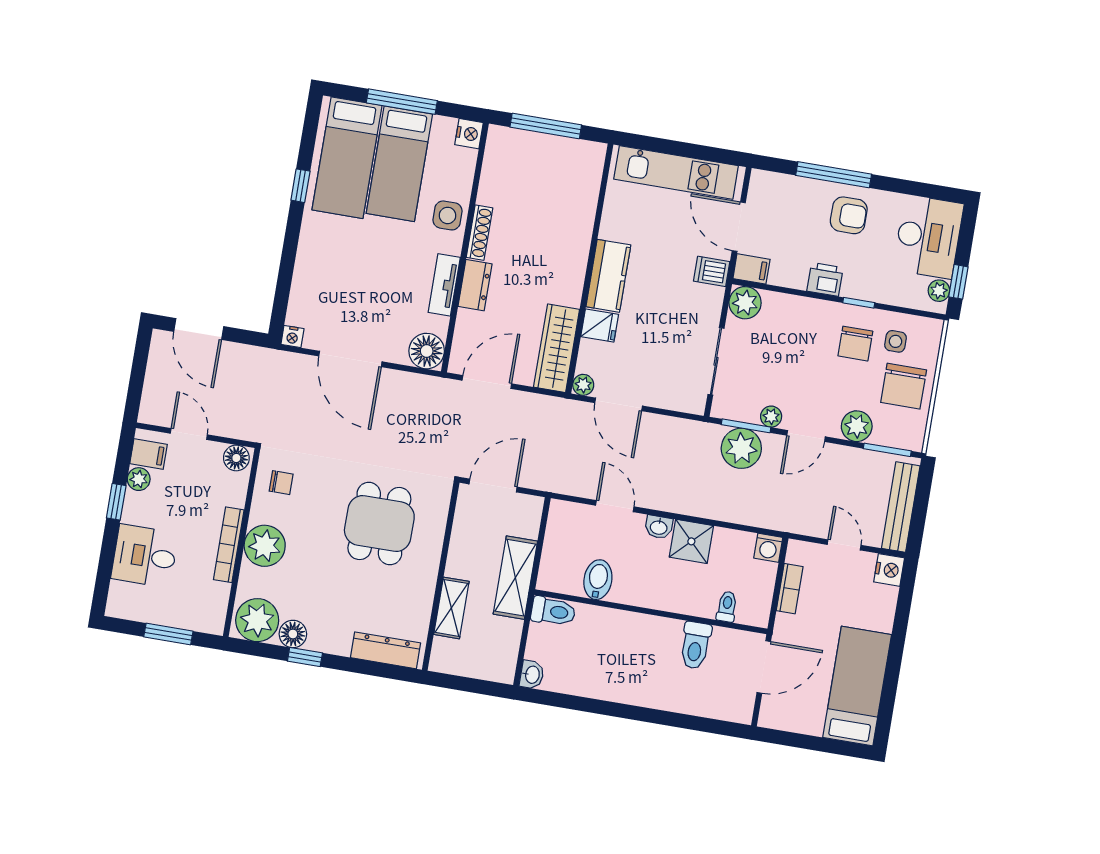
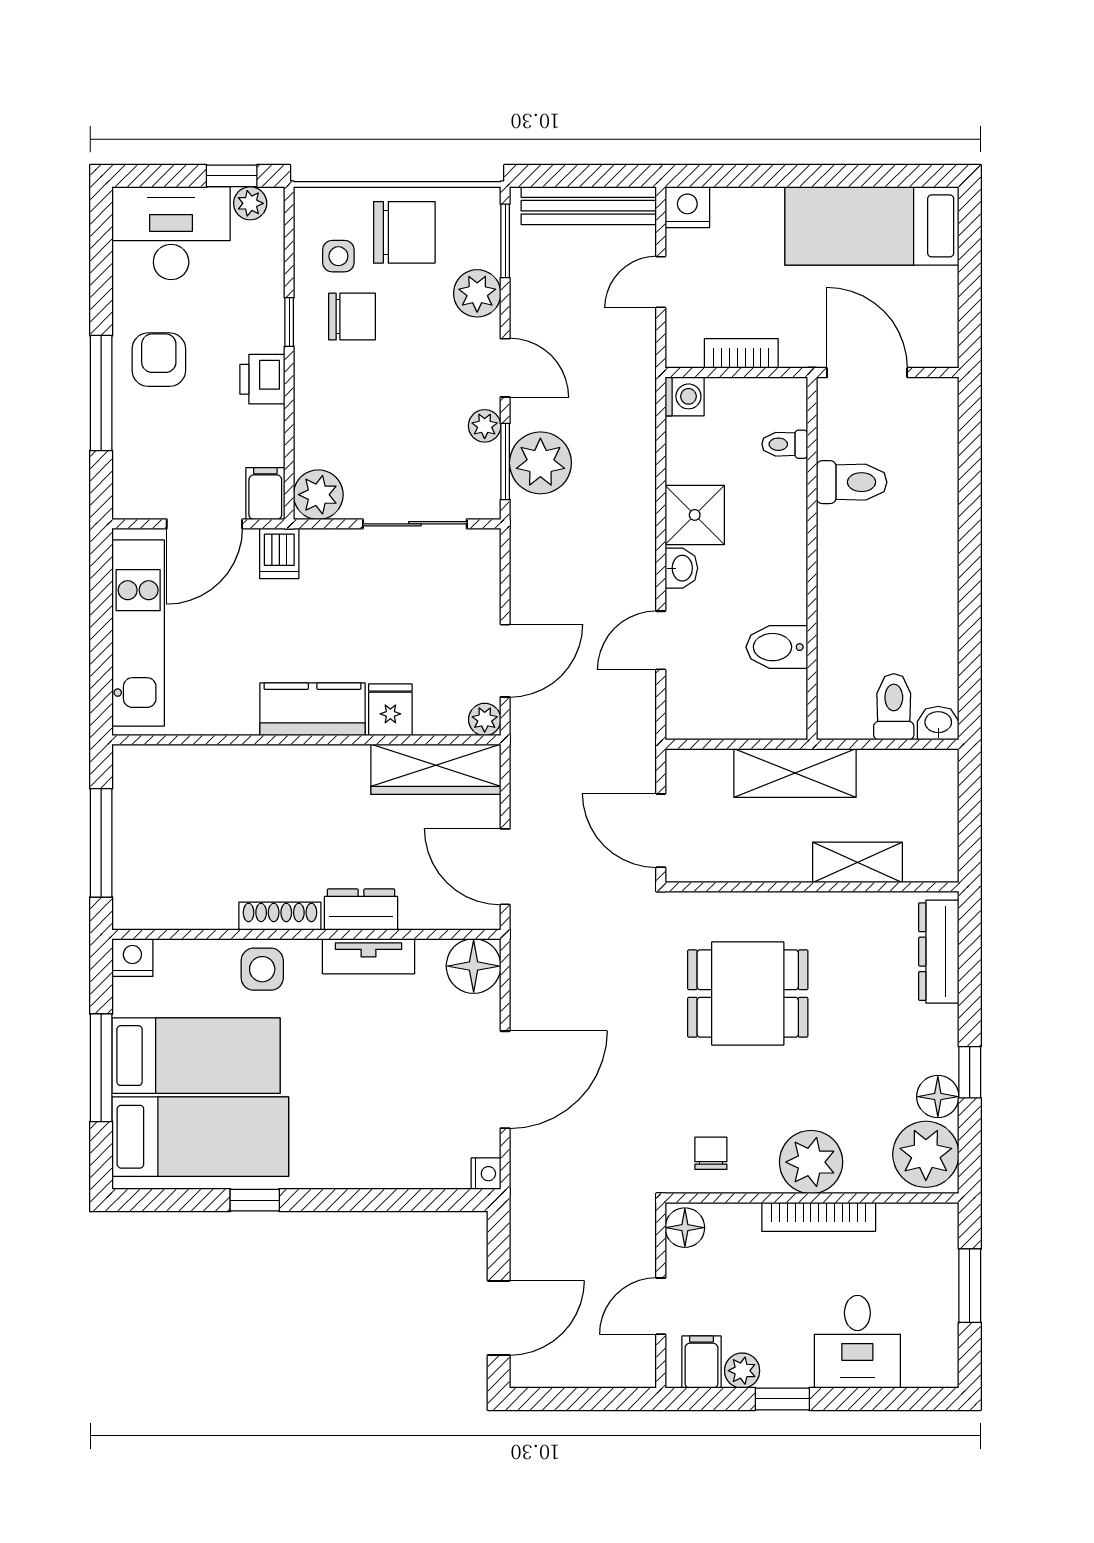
toilet: (553, 611) -> (894, 707), moved

